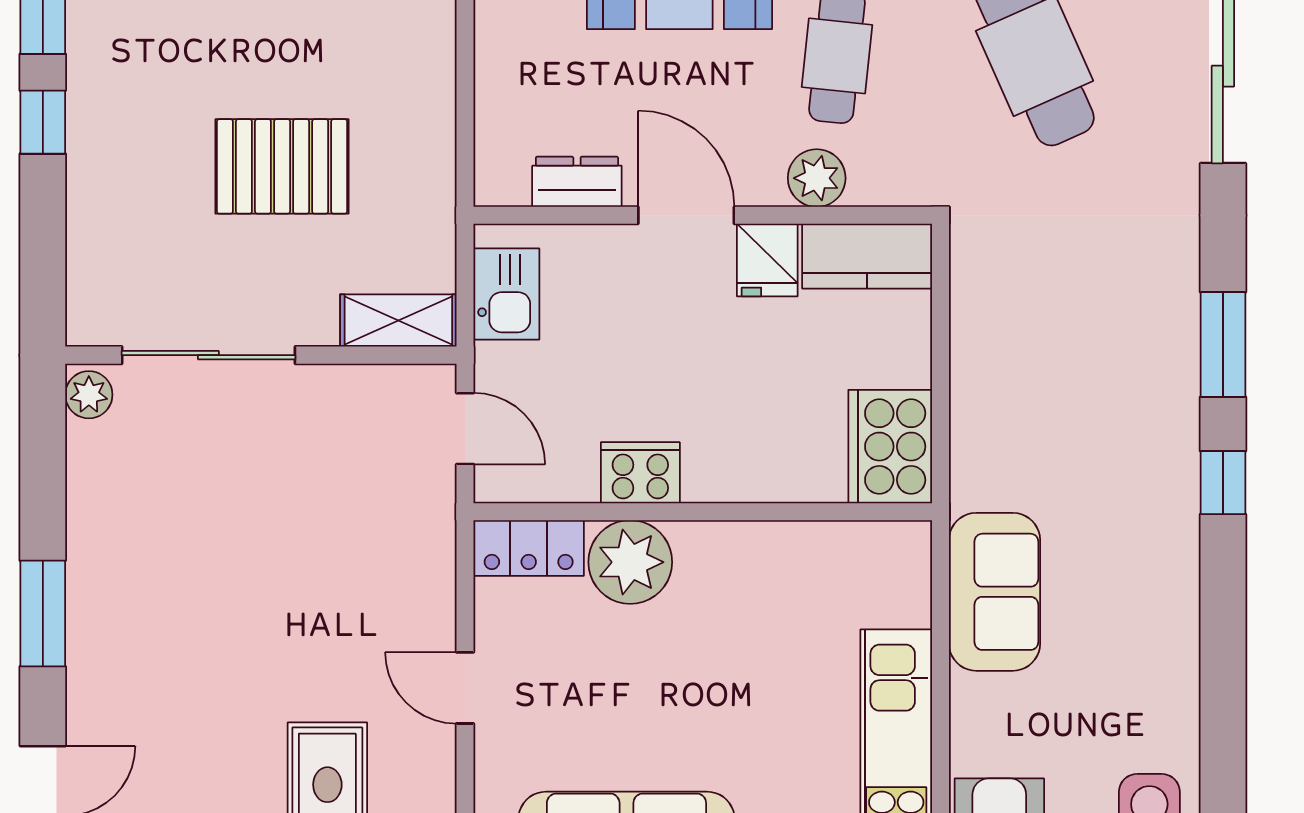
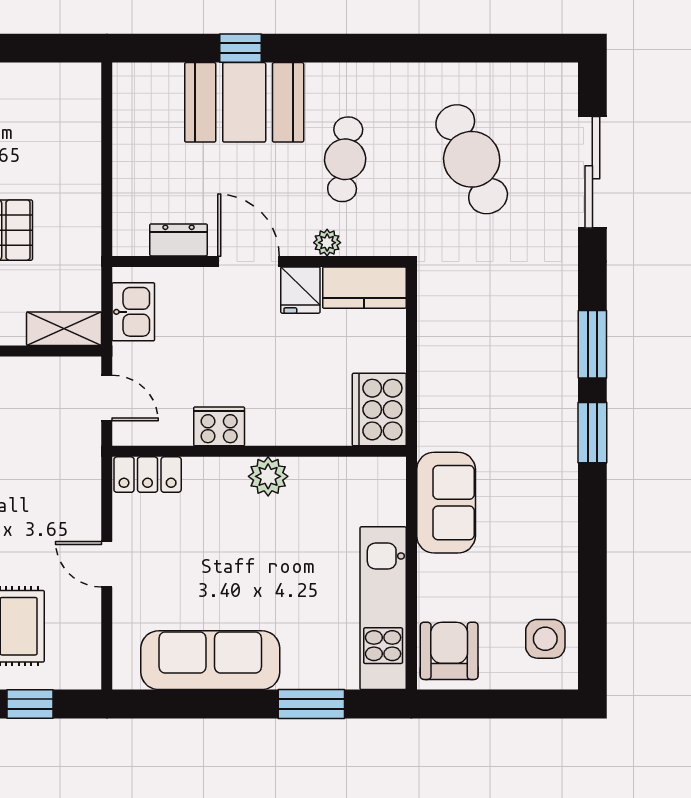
plant: (817, 178) -> (327, 243), width x0.73, depth x0.73
window: (1223, 483) -> (592, 433), width x1.50
plant: (630, 562) -> (268, 476), moved, width x0.73, depth x0.73

